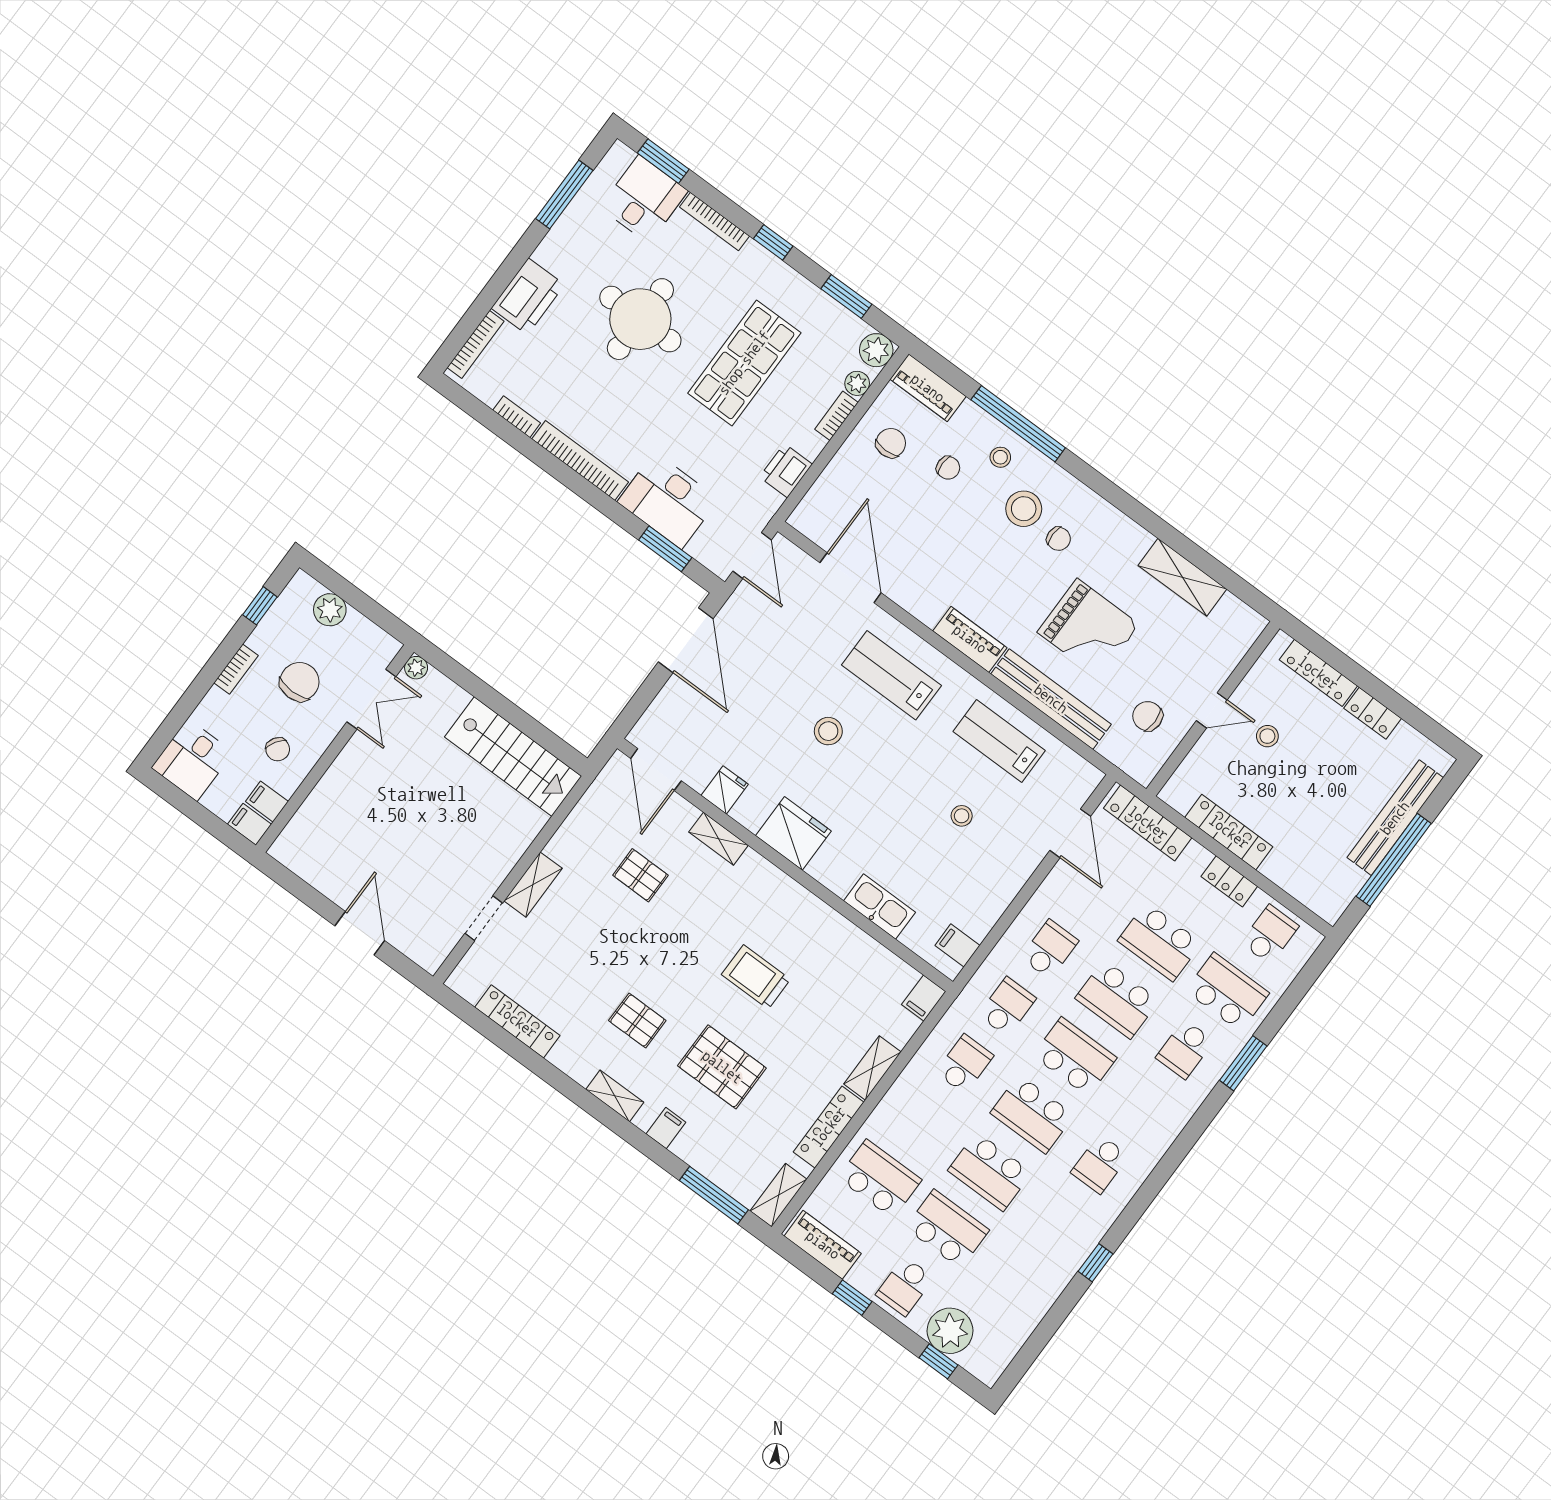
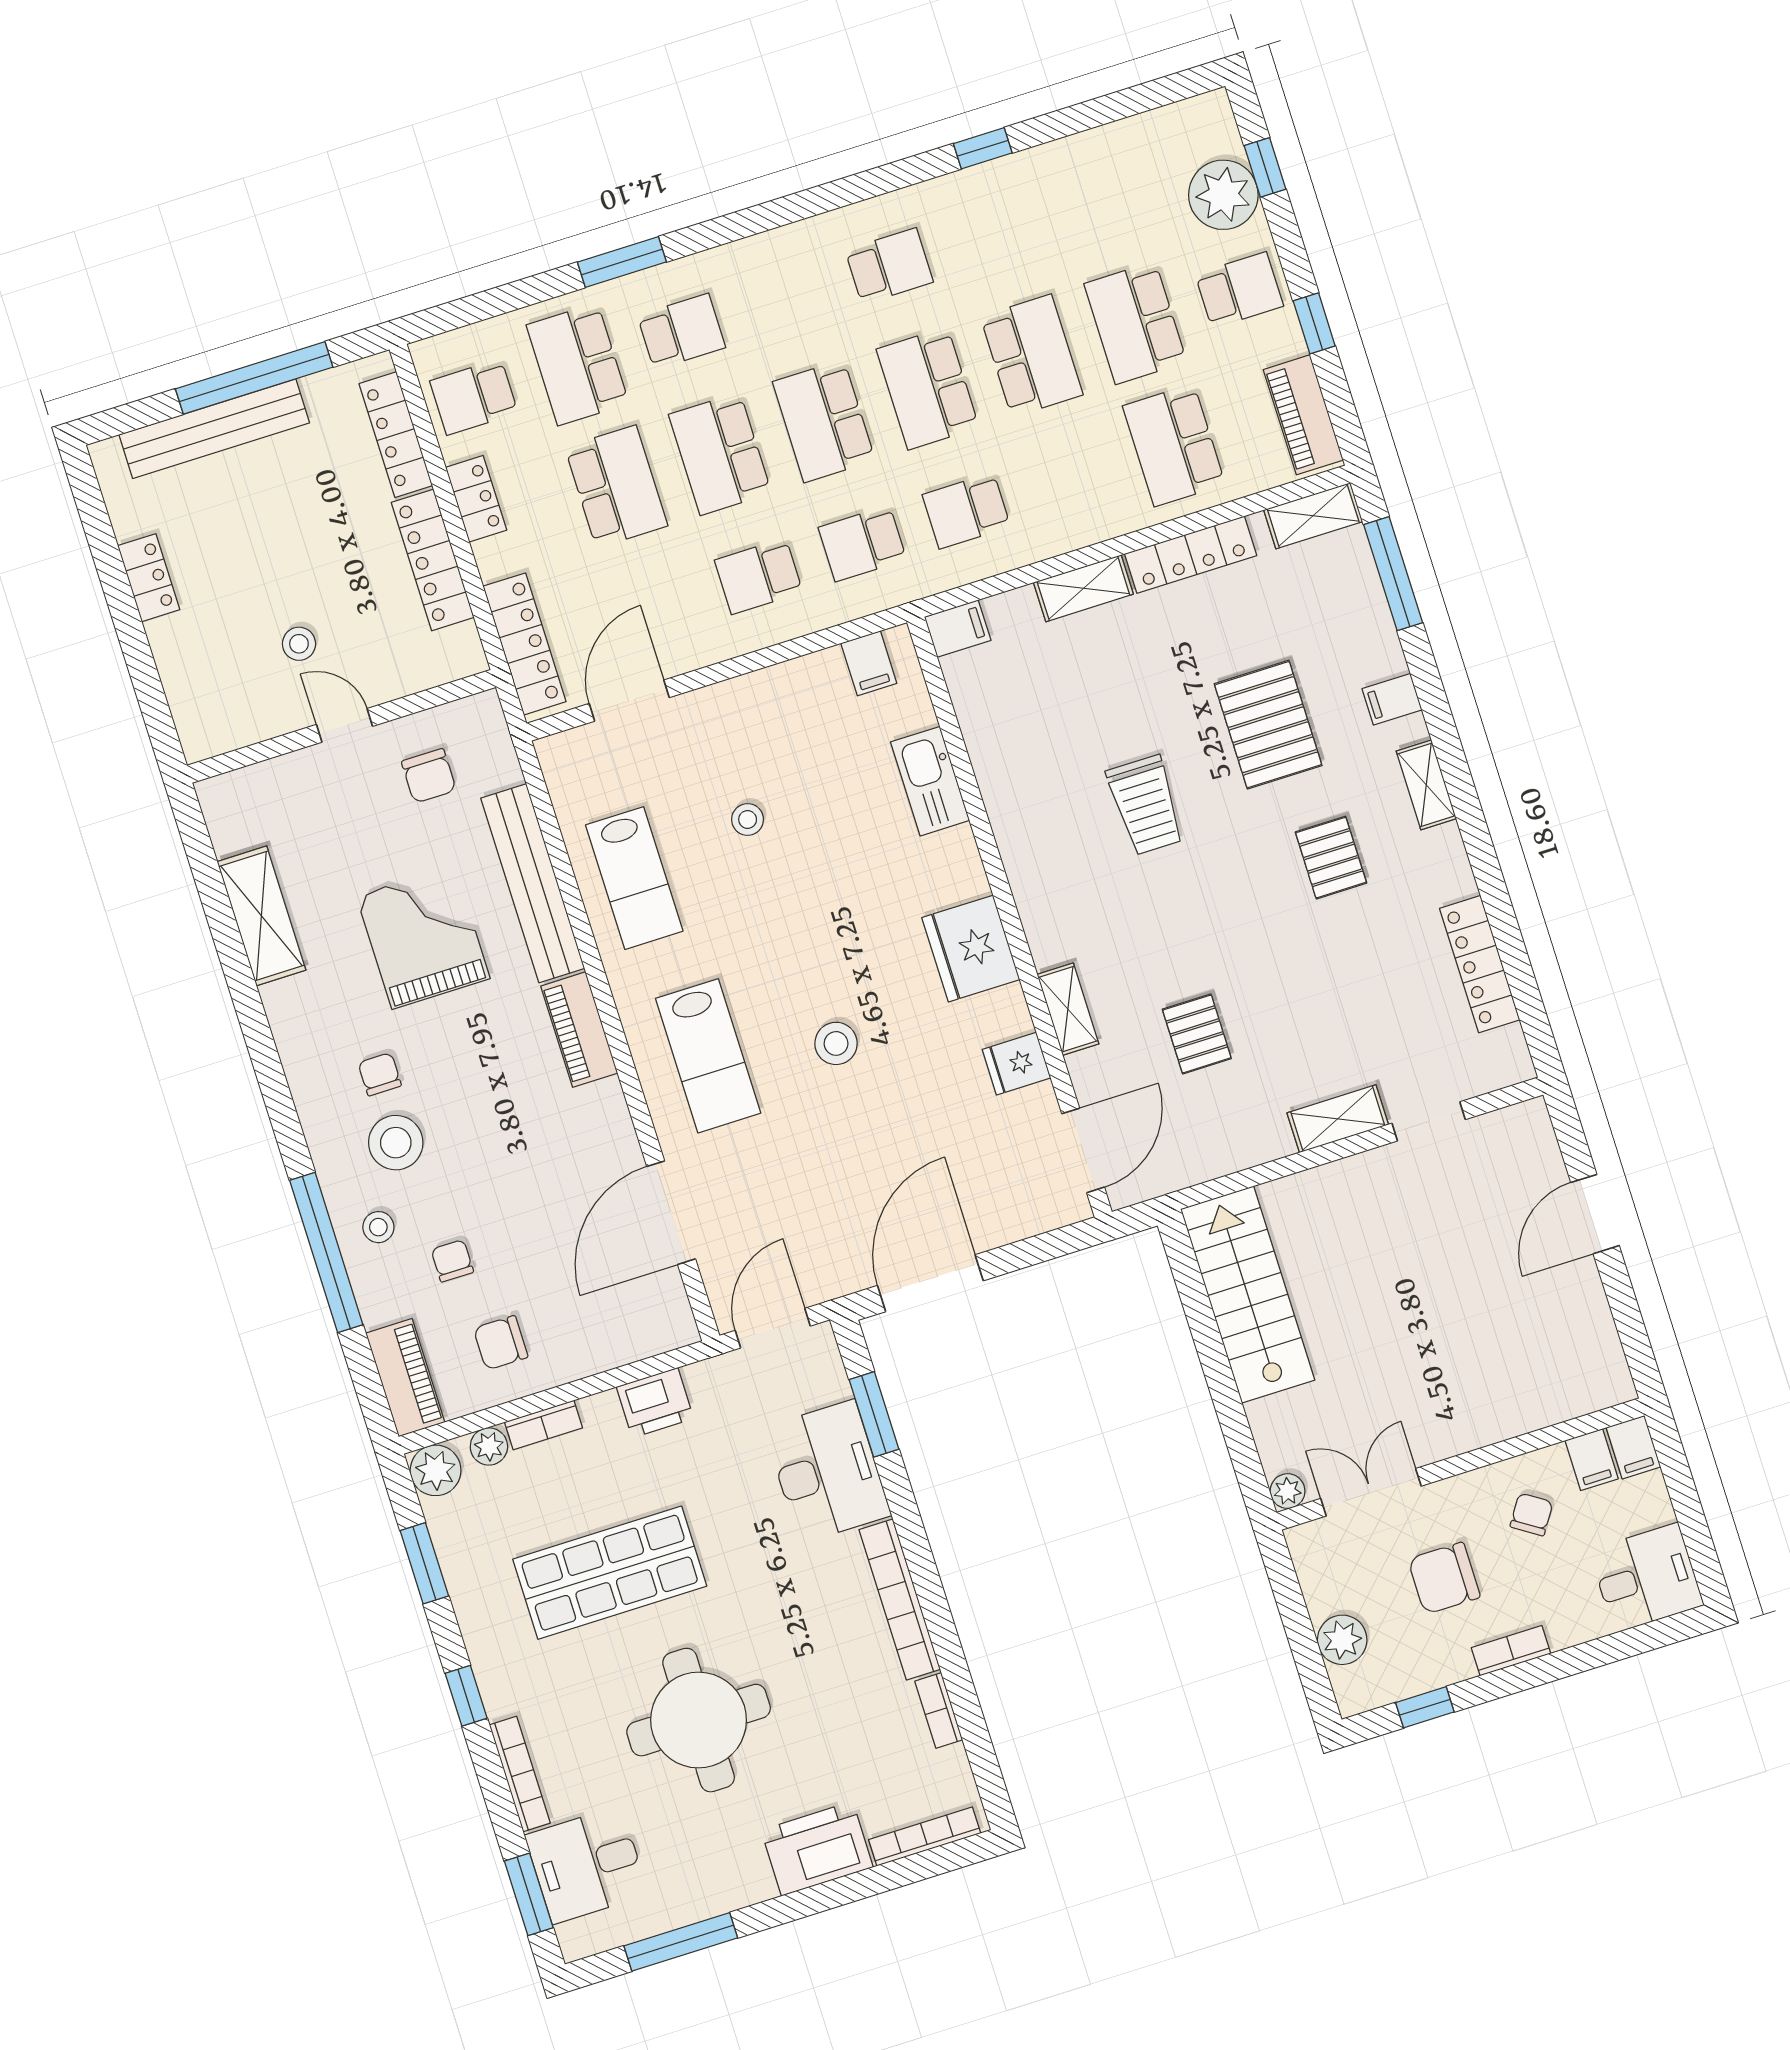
locker: (1318, 673) -> (396, 435), moved, turned 180
school desk: (1117, 999) -> (720, 454), turned 180
school desk: (1032, 1114) -> (928, 388), turned 180

